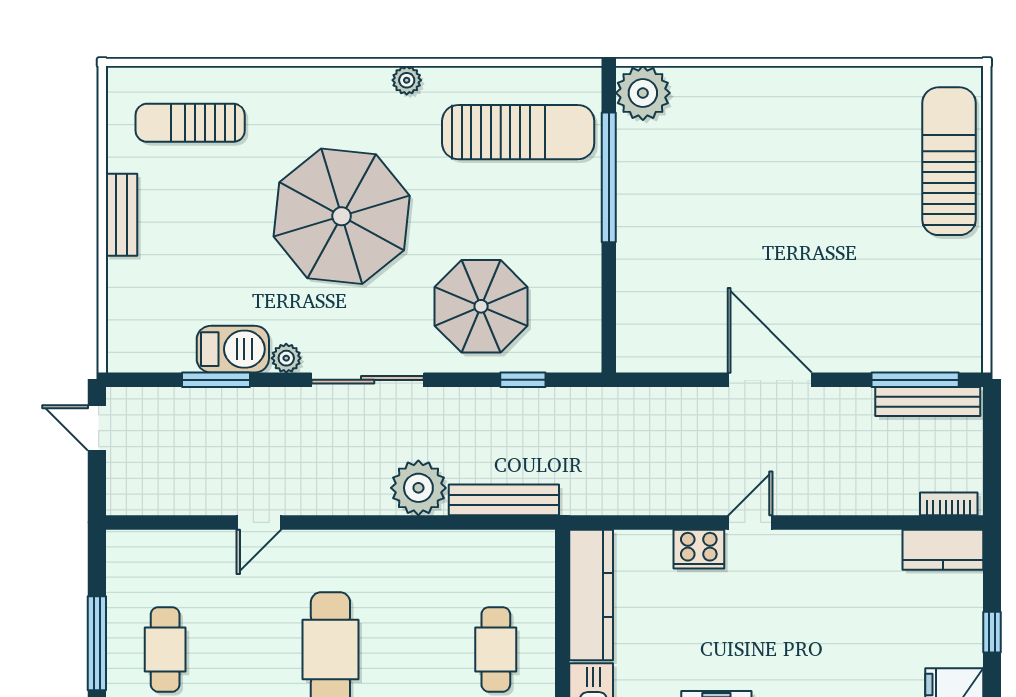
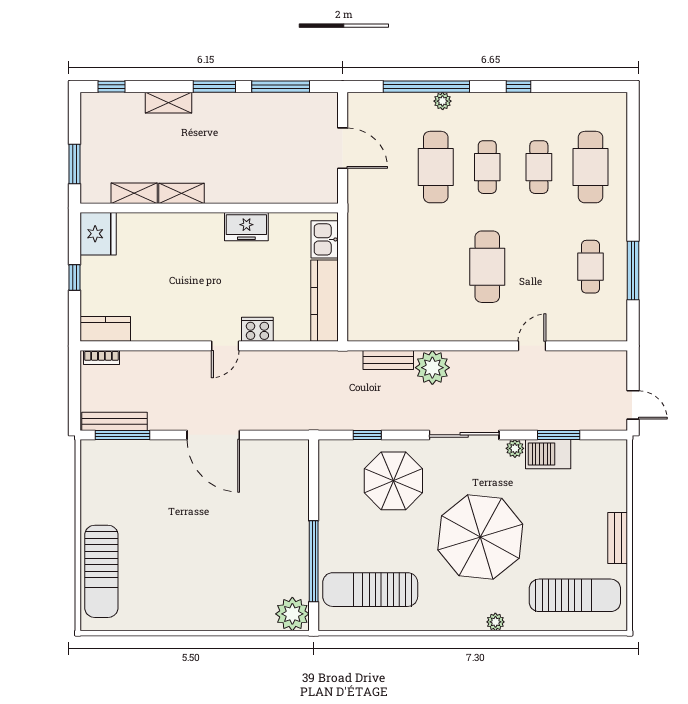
plant: (407, 80) -> (495, 622), moved
sun lounger: (190, 123) -> (575, 595), width x1.36, depth x1.34
bench: (504, 500) -> (388, 360), width x0.73
cafe table: (496, 649) -> (384, 267), removed

